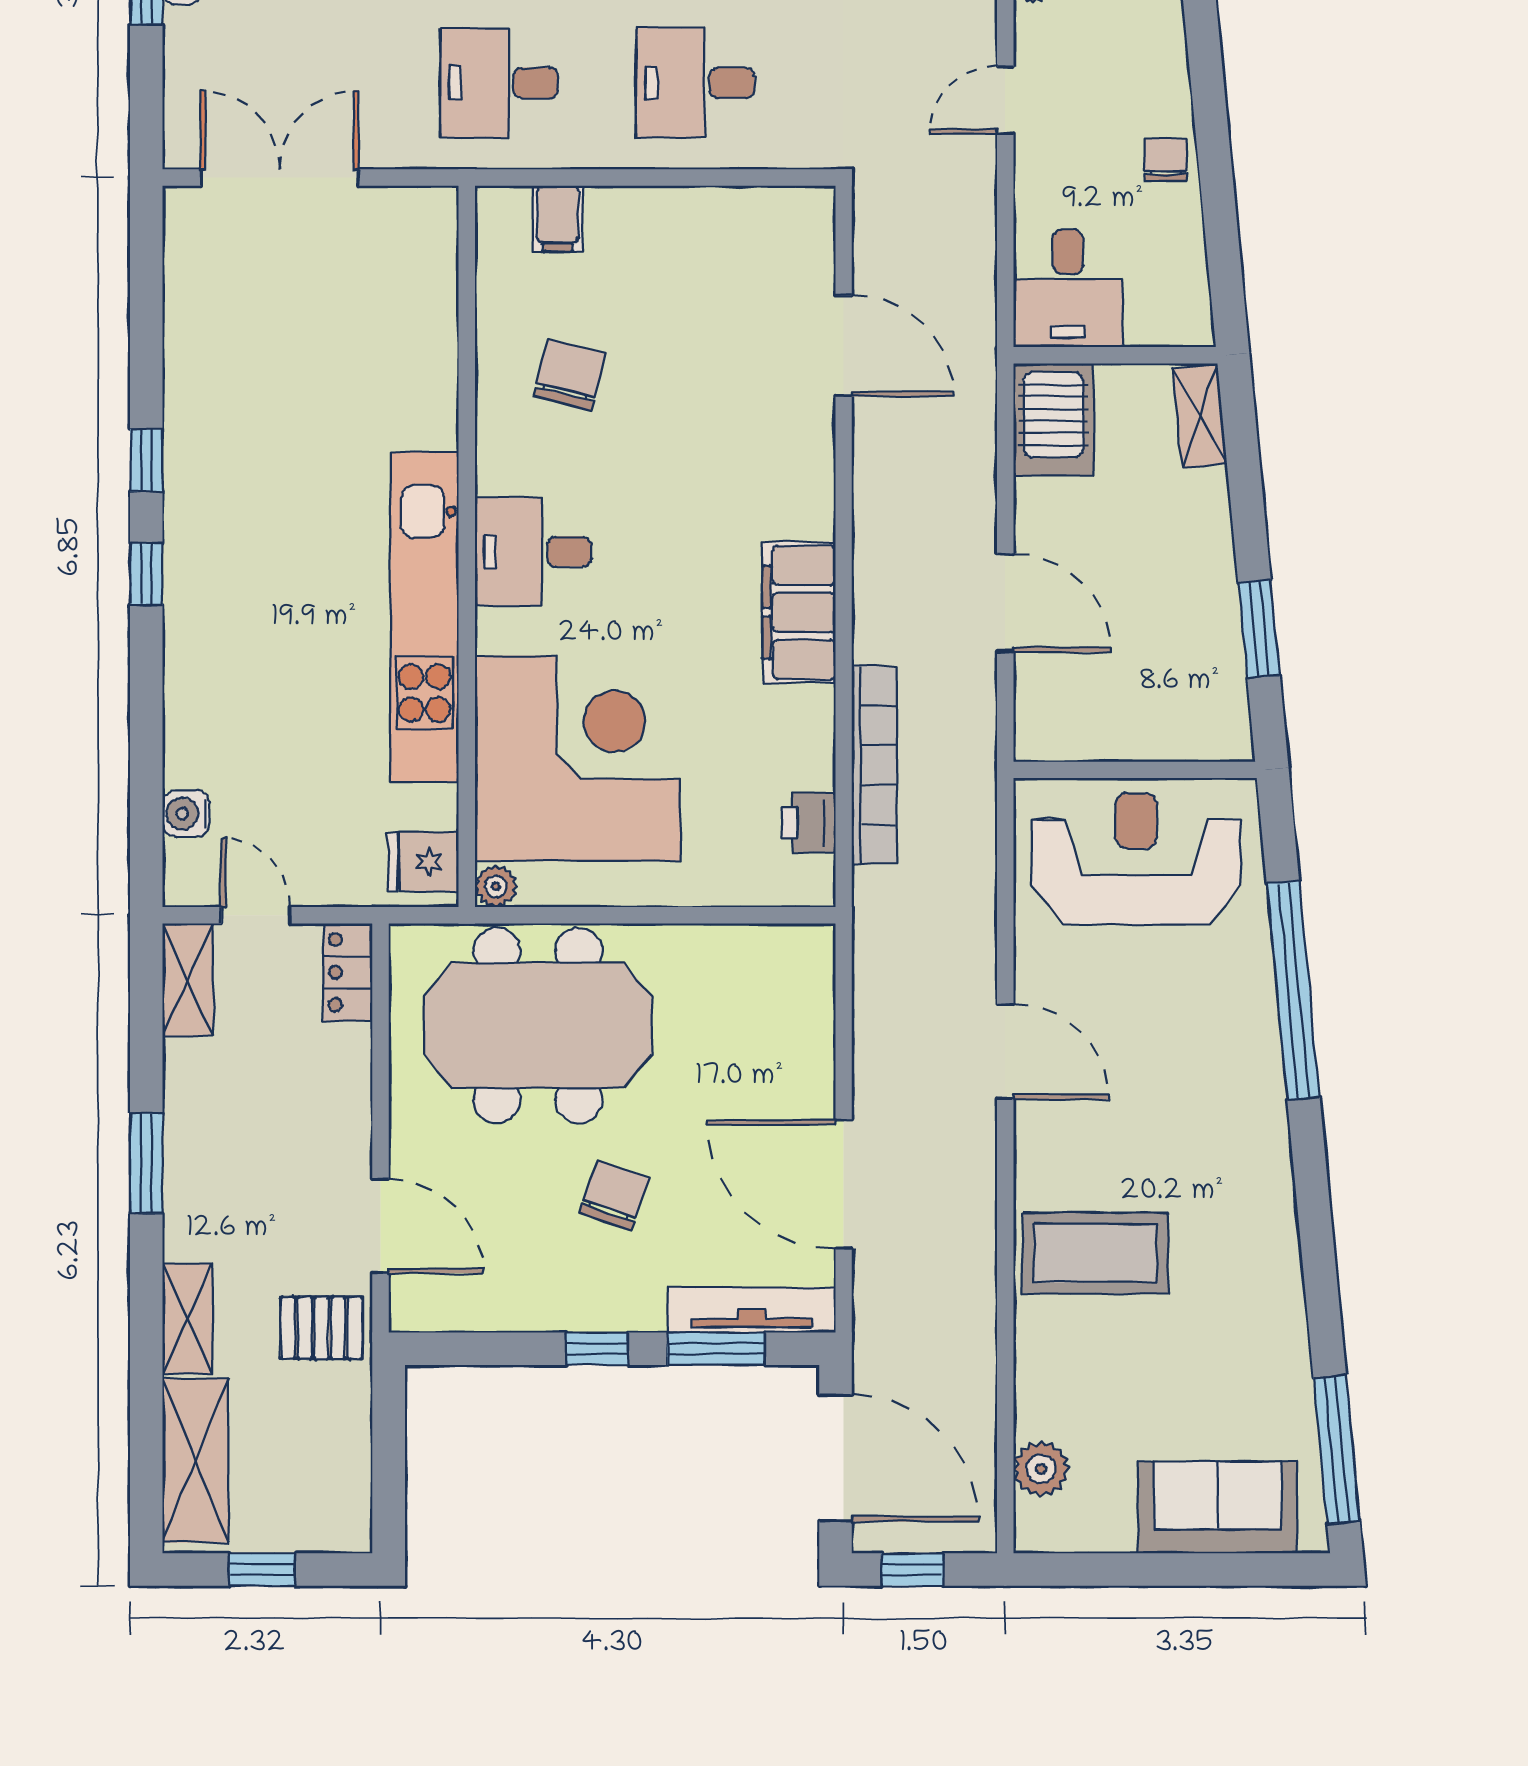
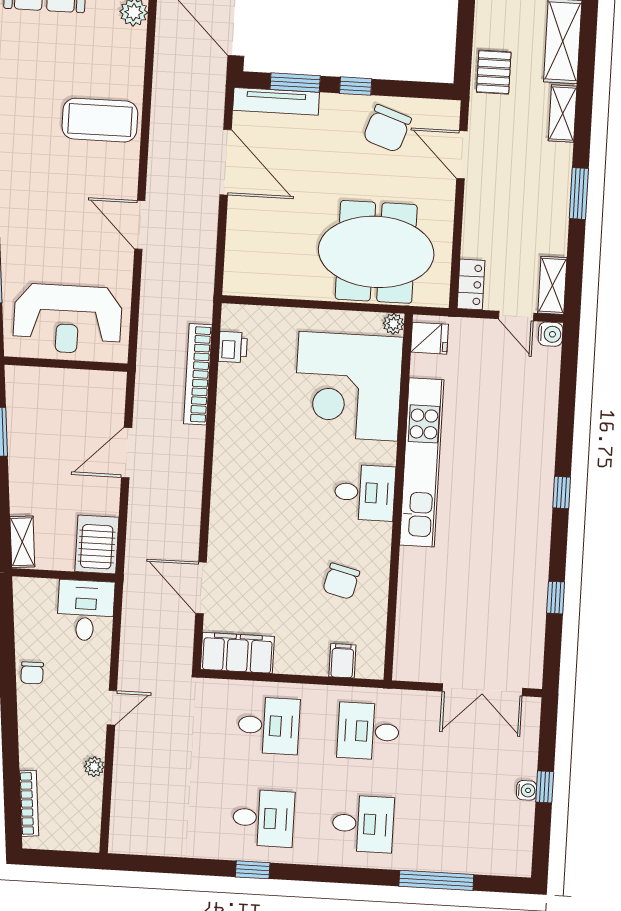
desk: (499, 83) -> (368, 731), turned 180
window: (146, 460) -> (556, 598), moved
door: (1005, 603) -> (127, 453), hinge flipped
filing cabinet: (799, 612) -> (237, 653), moved, turned -90
water cooler: (186, 814) -> (551, 334), moved
chair: (614, 1195) -> (387, 129), moved, width x1.37, depth x1.37
pallet: (321, 1328) -> (494, 72), moved, turned 90

